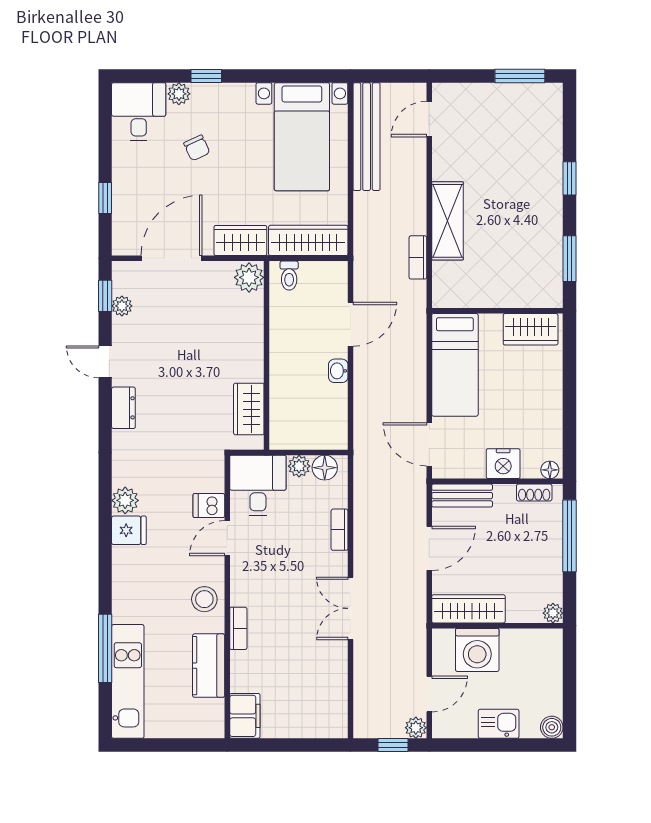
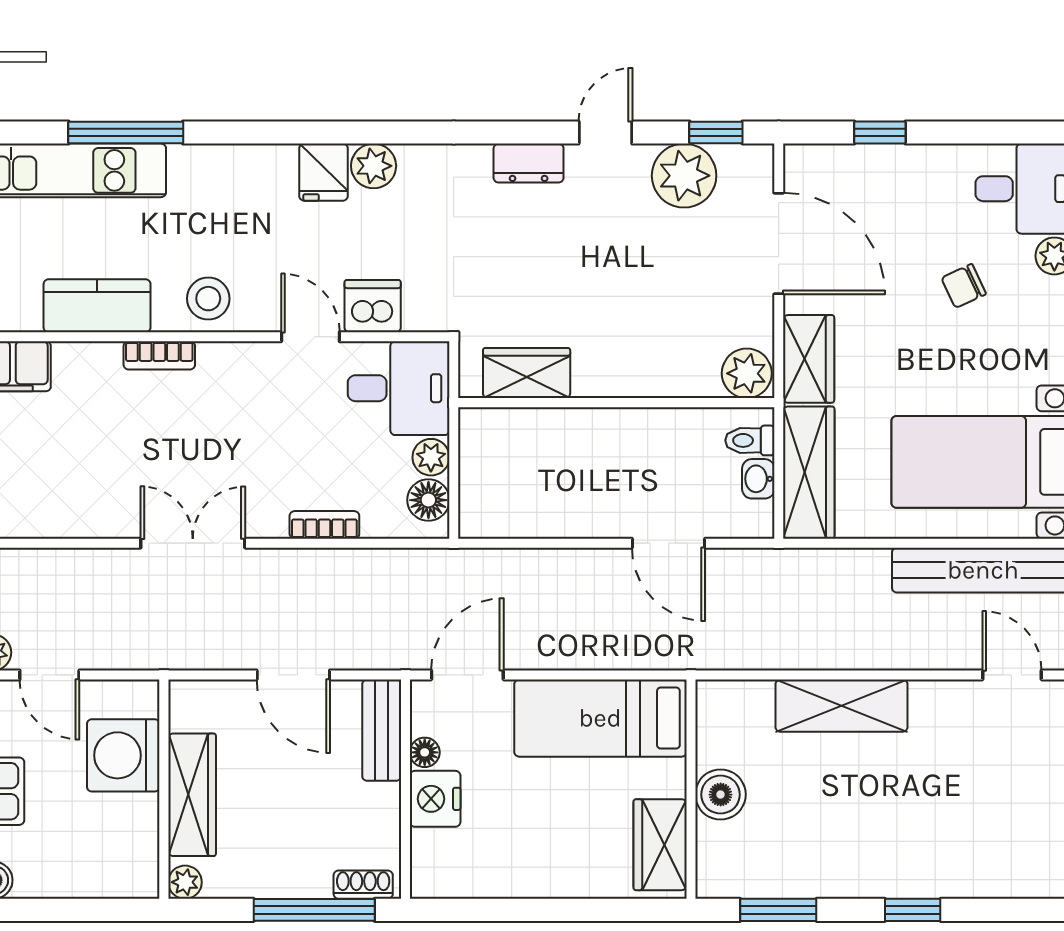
bookcase: (418, 257) -> (780, 656), removed
boiler: (501, 293) -> (721, 795), added
plant: (122, 306) -> (684, 176), width x1.88, depth x1.88
washbasin: (338, 371) -> (758, 479), moved, turned -90
floor lamp: (550, 470) -> (425, 752), moved
shoe rack: (534, 493) -> (363, 885), moved, turned 90
dishwasher: (209, 506) -> (373, 306), width x1.38
wardrobe: (468, 609) -> (192, 795), moved

